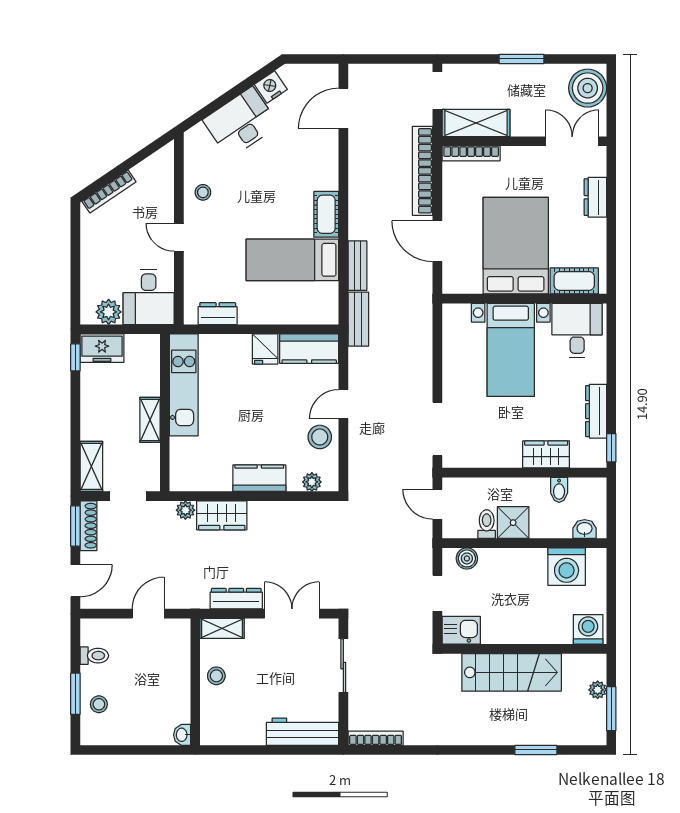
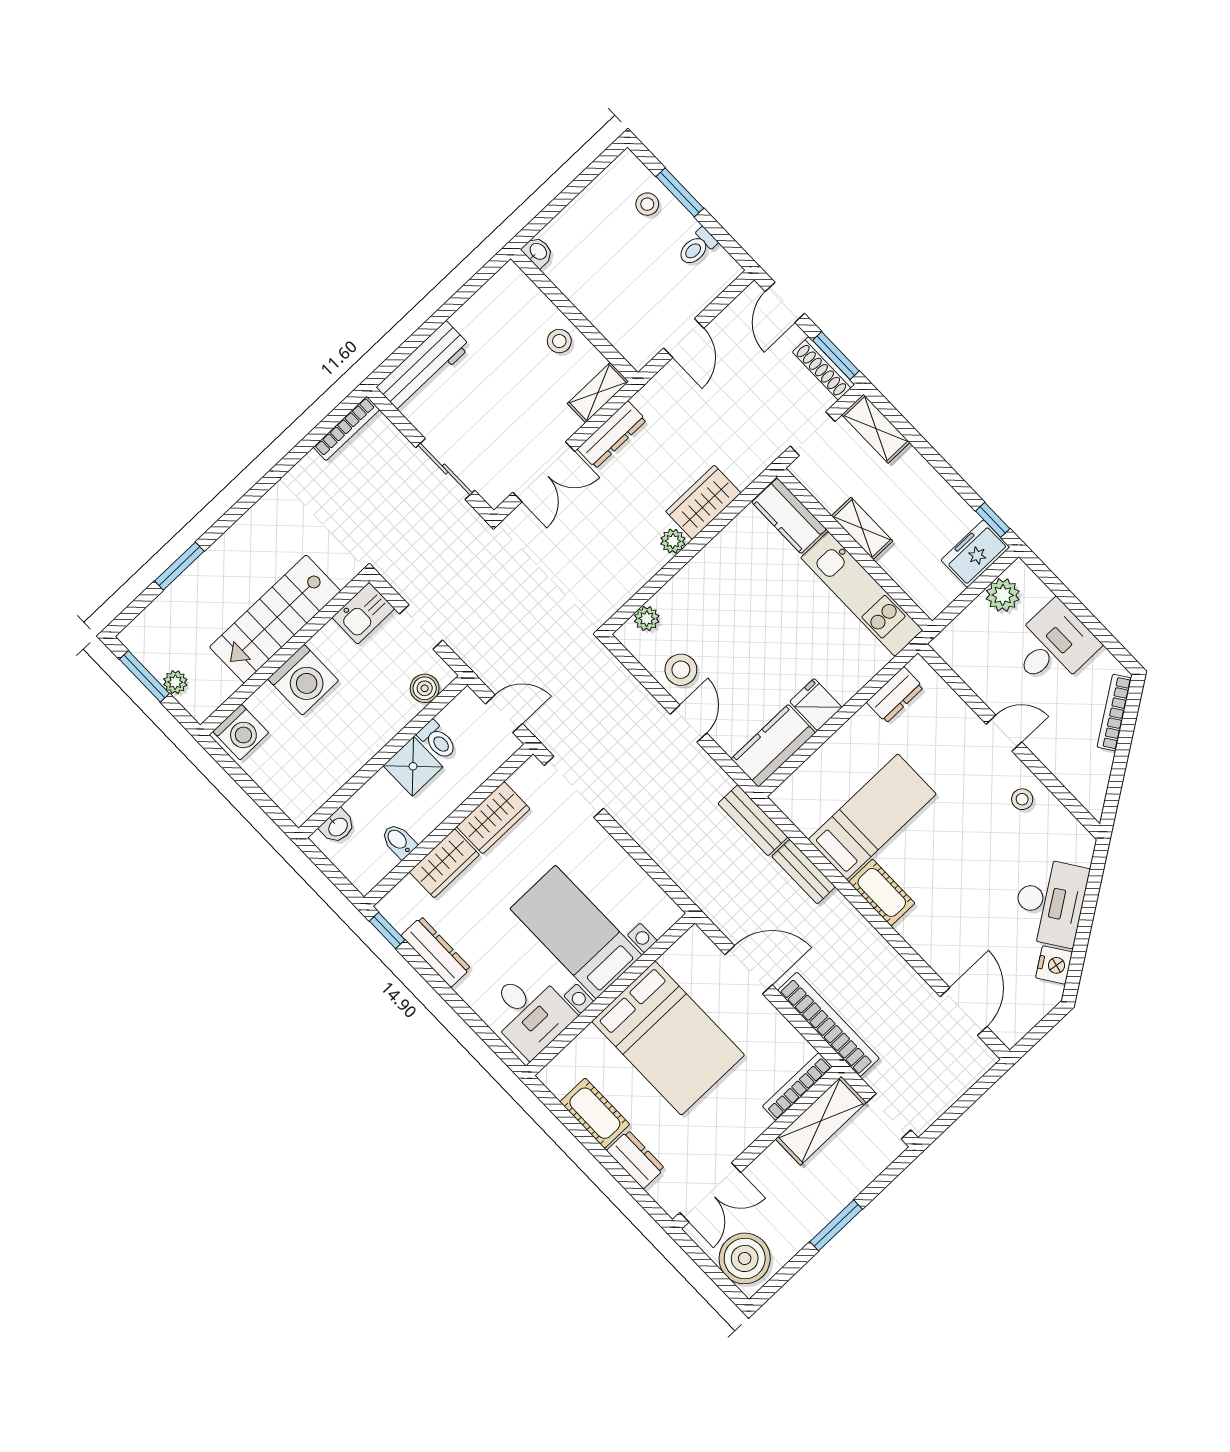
cot: (574, 281) -> (595, 1113), moved, turned 90
desk: (149, 297) -> (1053, 646), moved, turned 90
wardrobe: (496, 454) -> (493, 818), added
kitchen counter: (259, 478) -> (789, 516), moved, turned 90
plant: (185, 510) -> (673, 541), moved
washing machine: (567, 567) -> (303, 680), moved, turned 180

